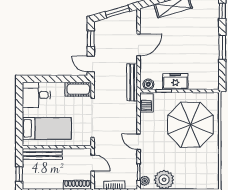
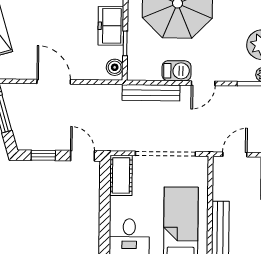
door: (91, 64) -> (82, 156), swing flipped
bench: (132, 82) -> (151, 93), moved
barbecue: (147, 103) -> (177, 71), moved

